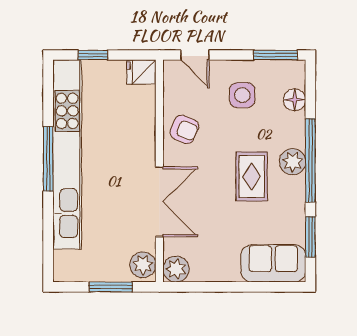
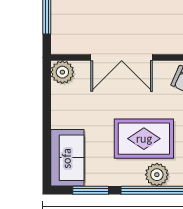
rug: (252, 176) -> (144, 139), width x1.36, depth x1.43
plant: (143, 265) -> (66, 43), removed

